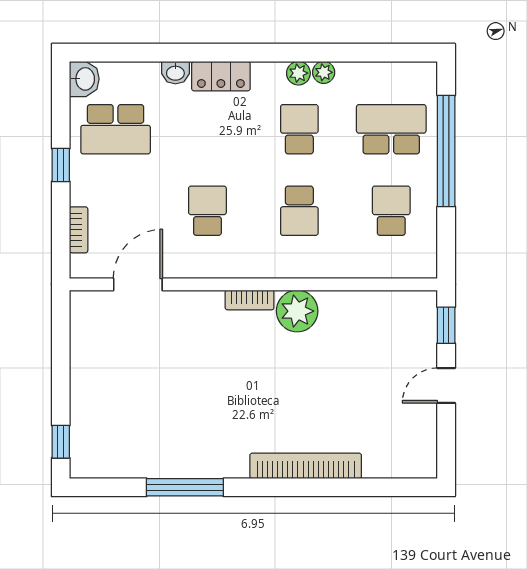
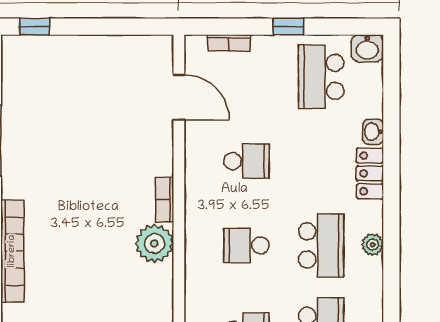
plant: (324, 72) -> (373, 268), removed
school desk: (299, 129) -> (321, 245), width x1.85

